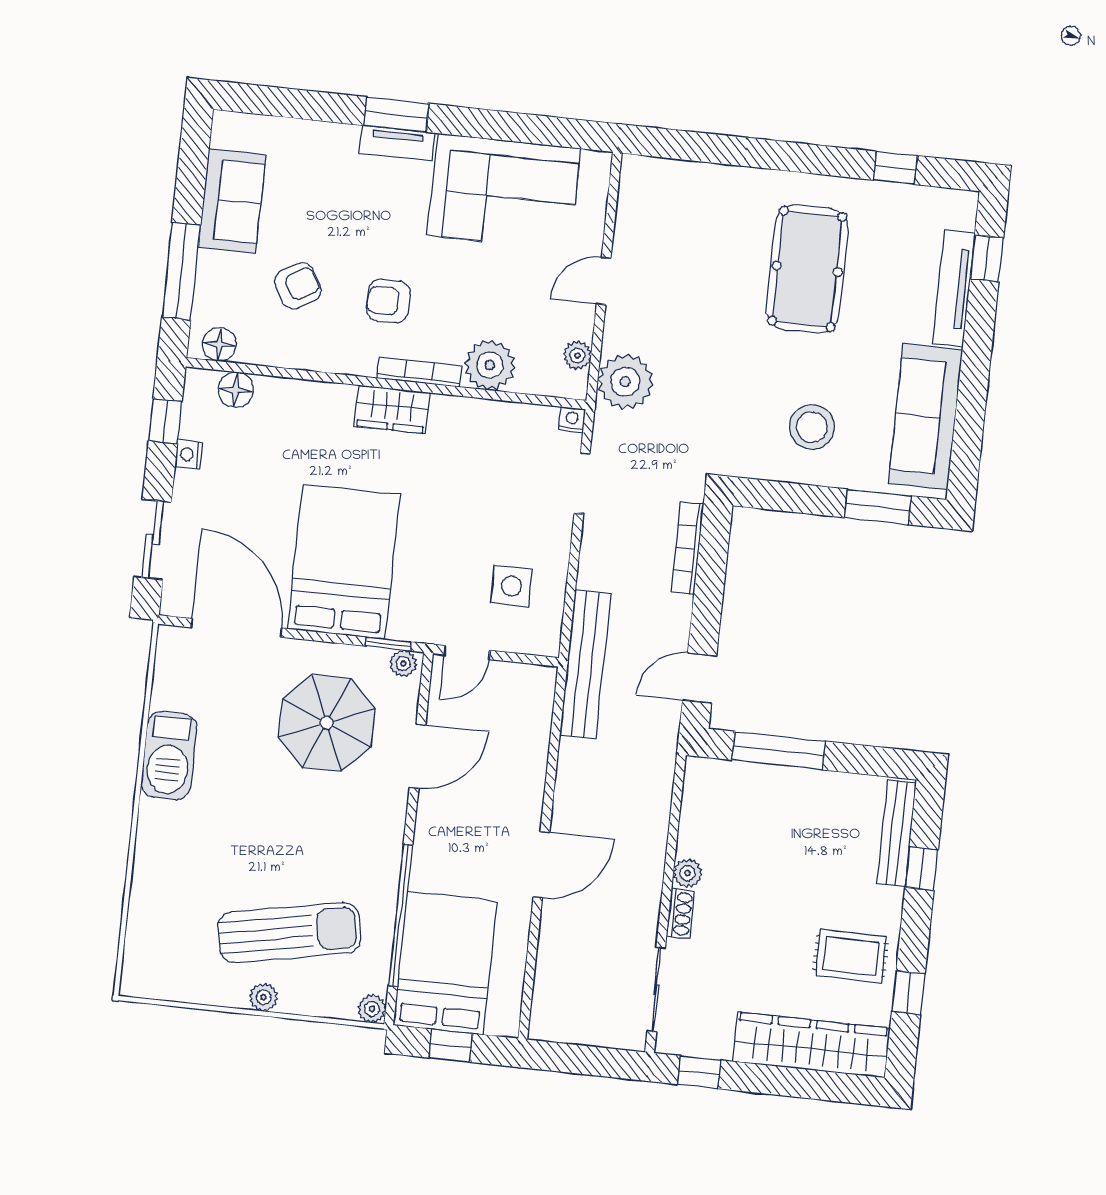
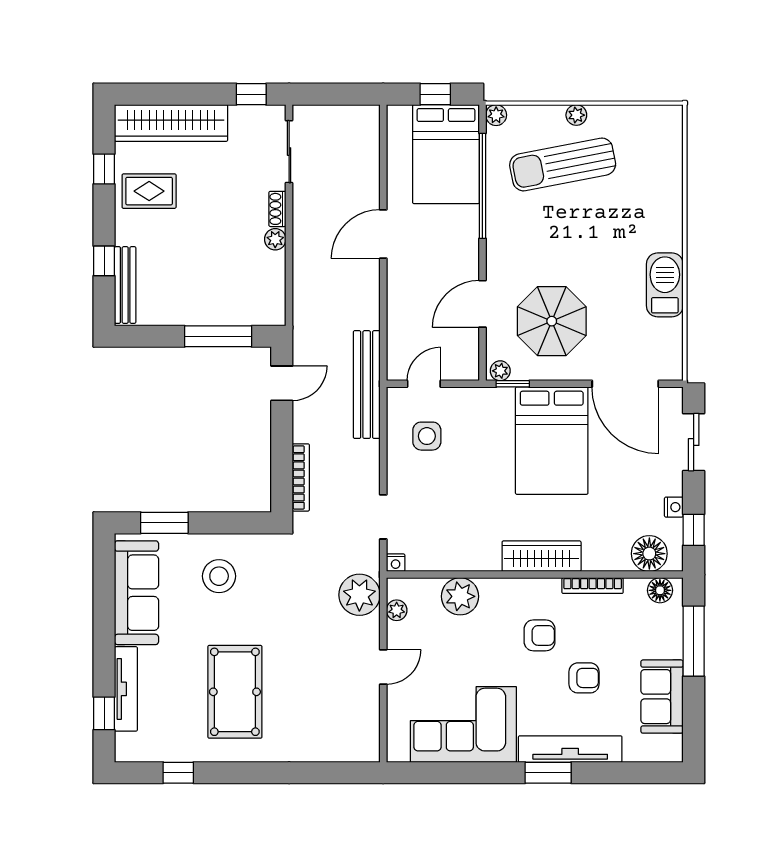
tv unit: (397, 143) -> (570, 749), width x1.92, depth x1.29
armchair: (298, 286) -> (584, 678), moved, turned -150
bookcase: (419, 372) -> (593, 586), moved
floor lamp: (236, 390) -> (649, 554), width x1.38, depth x1.38
wardrobe: (392, 409) -> (542, 556), width x1.50
door: (467, 652) -> (424, 384), moved

